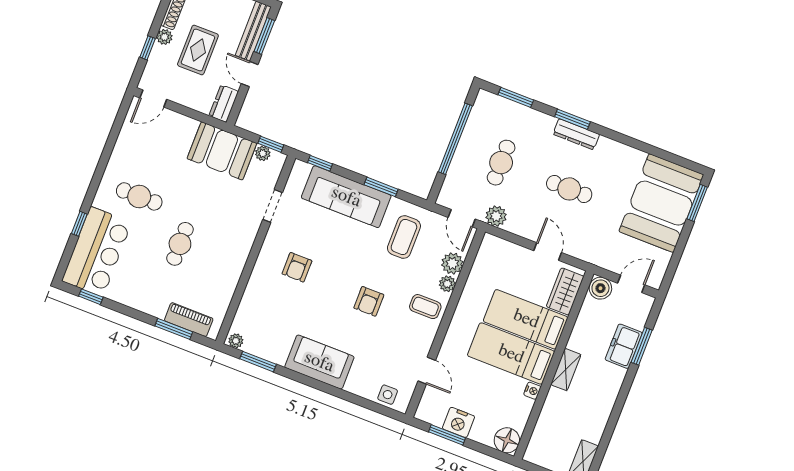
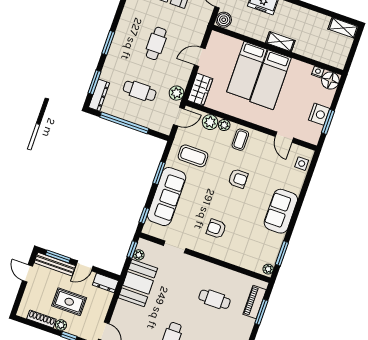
dresser: (576, 134) -> (99, 95), moved
cafe table: (180, 244) -> (215, 299), moved
armchair: (297, 267) -> (216, 229), turned 180
wardrobe: (565, 291) -> (200, 89), moved, turned -90
door: (427, 371) -> (284, 137), swing flipped
nightstand: (532, 391) -> (318, 72), moved

